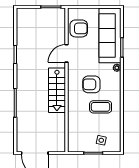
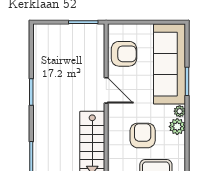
door: (66, 53) -> (106, 90), swing flipped
plant: (115, 78) -> (177, 127), added
armchair: (91, 84) -> (143, 135), turned 90

